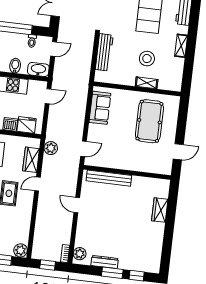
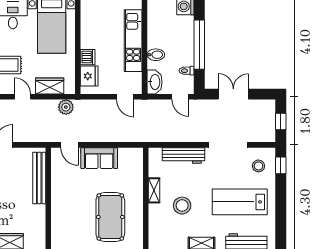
shelving: (147, 83) -> (154, 190), moved
sofa: (100, 108) -> (99, 158), moved
pool table: (149, 121) -> (110, 217), turned 90

